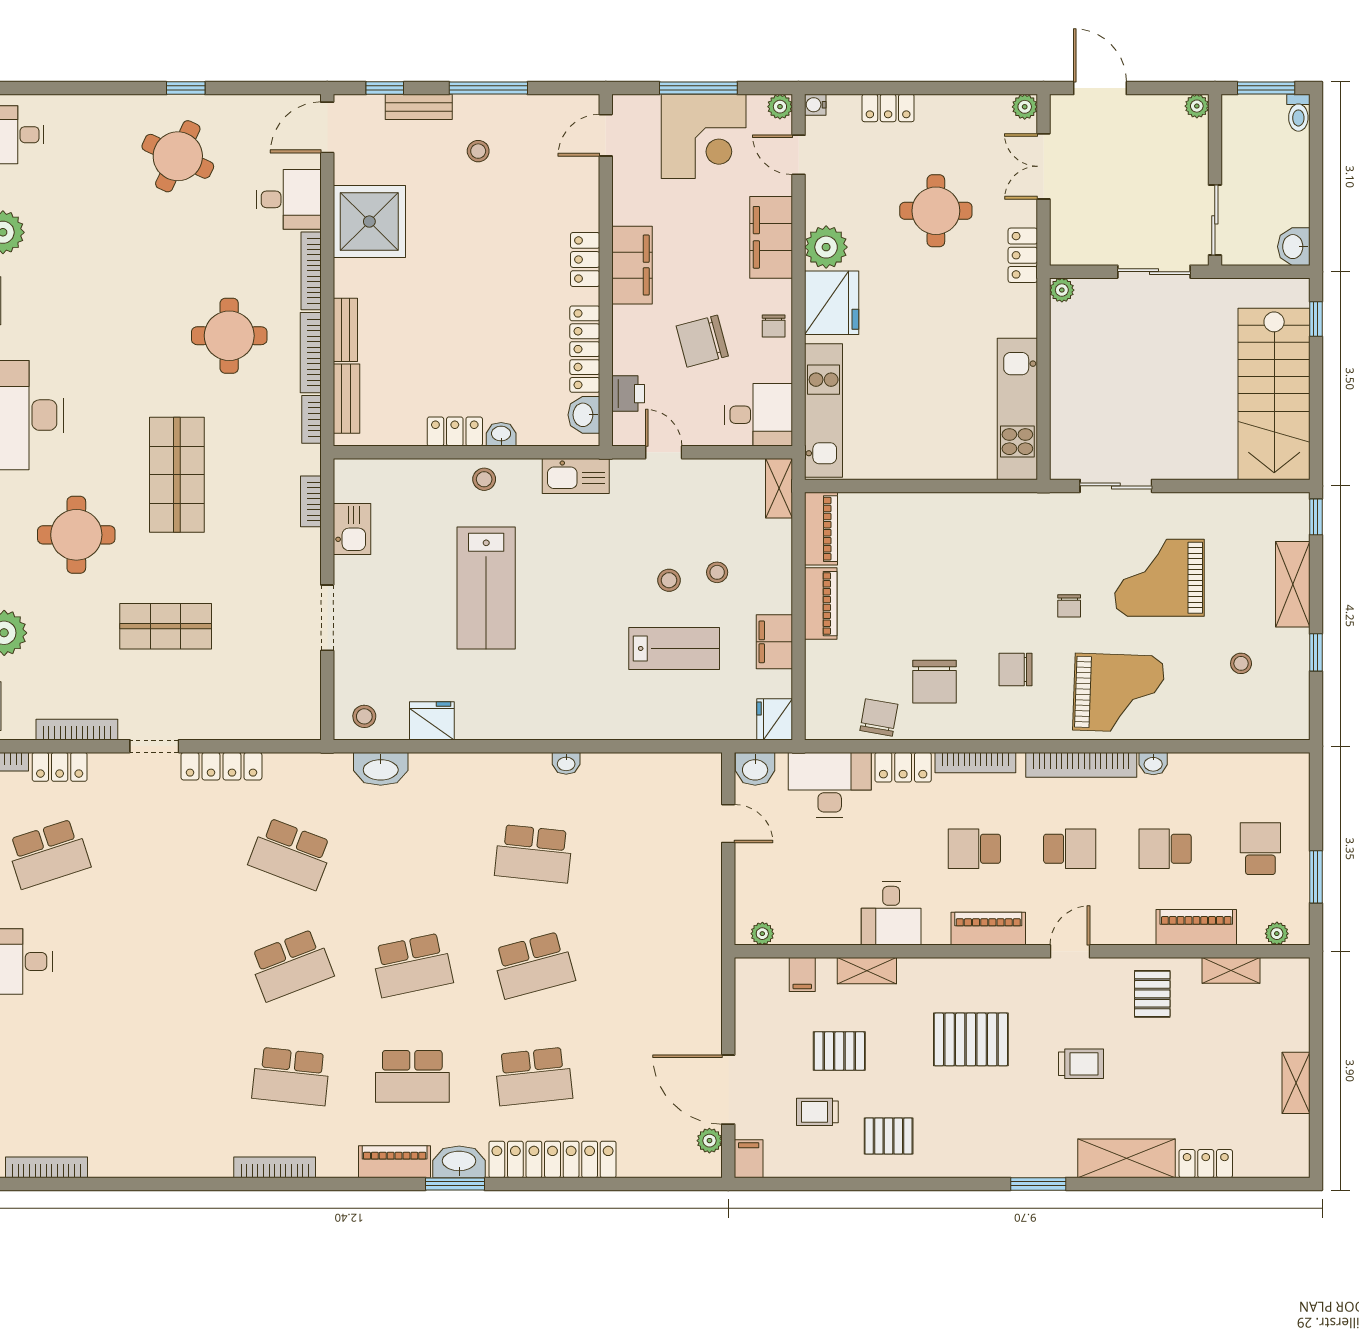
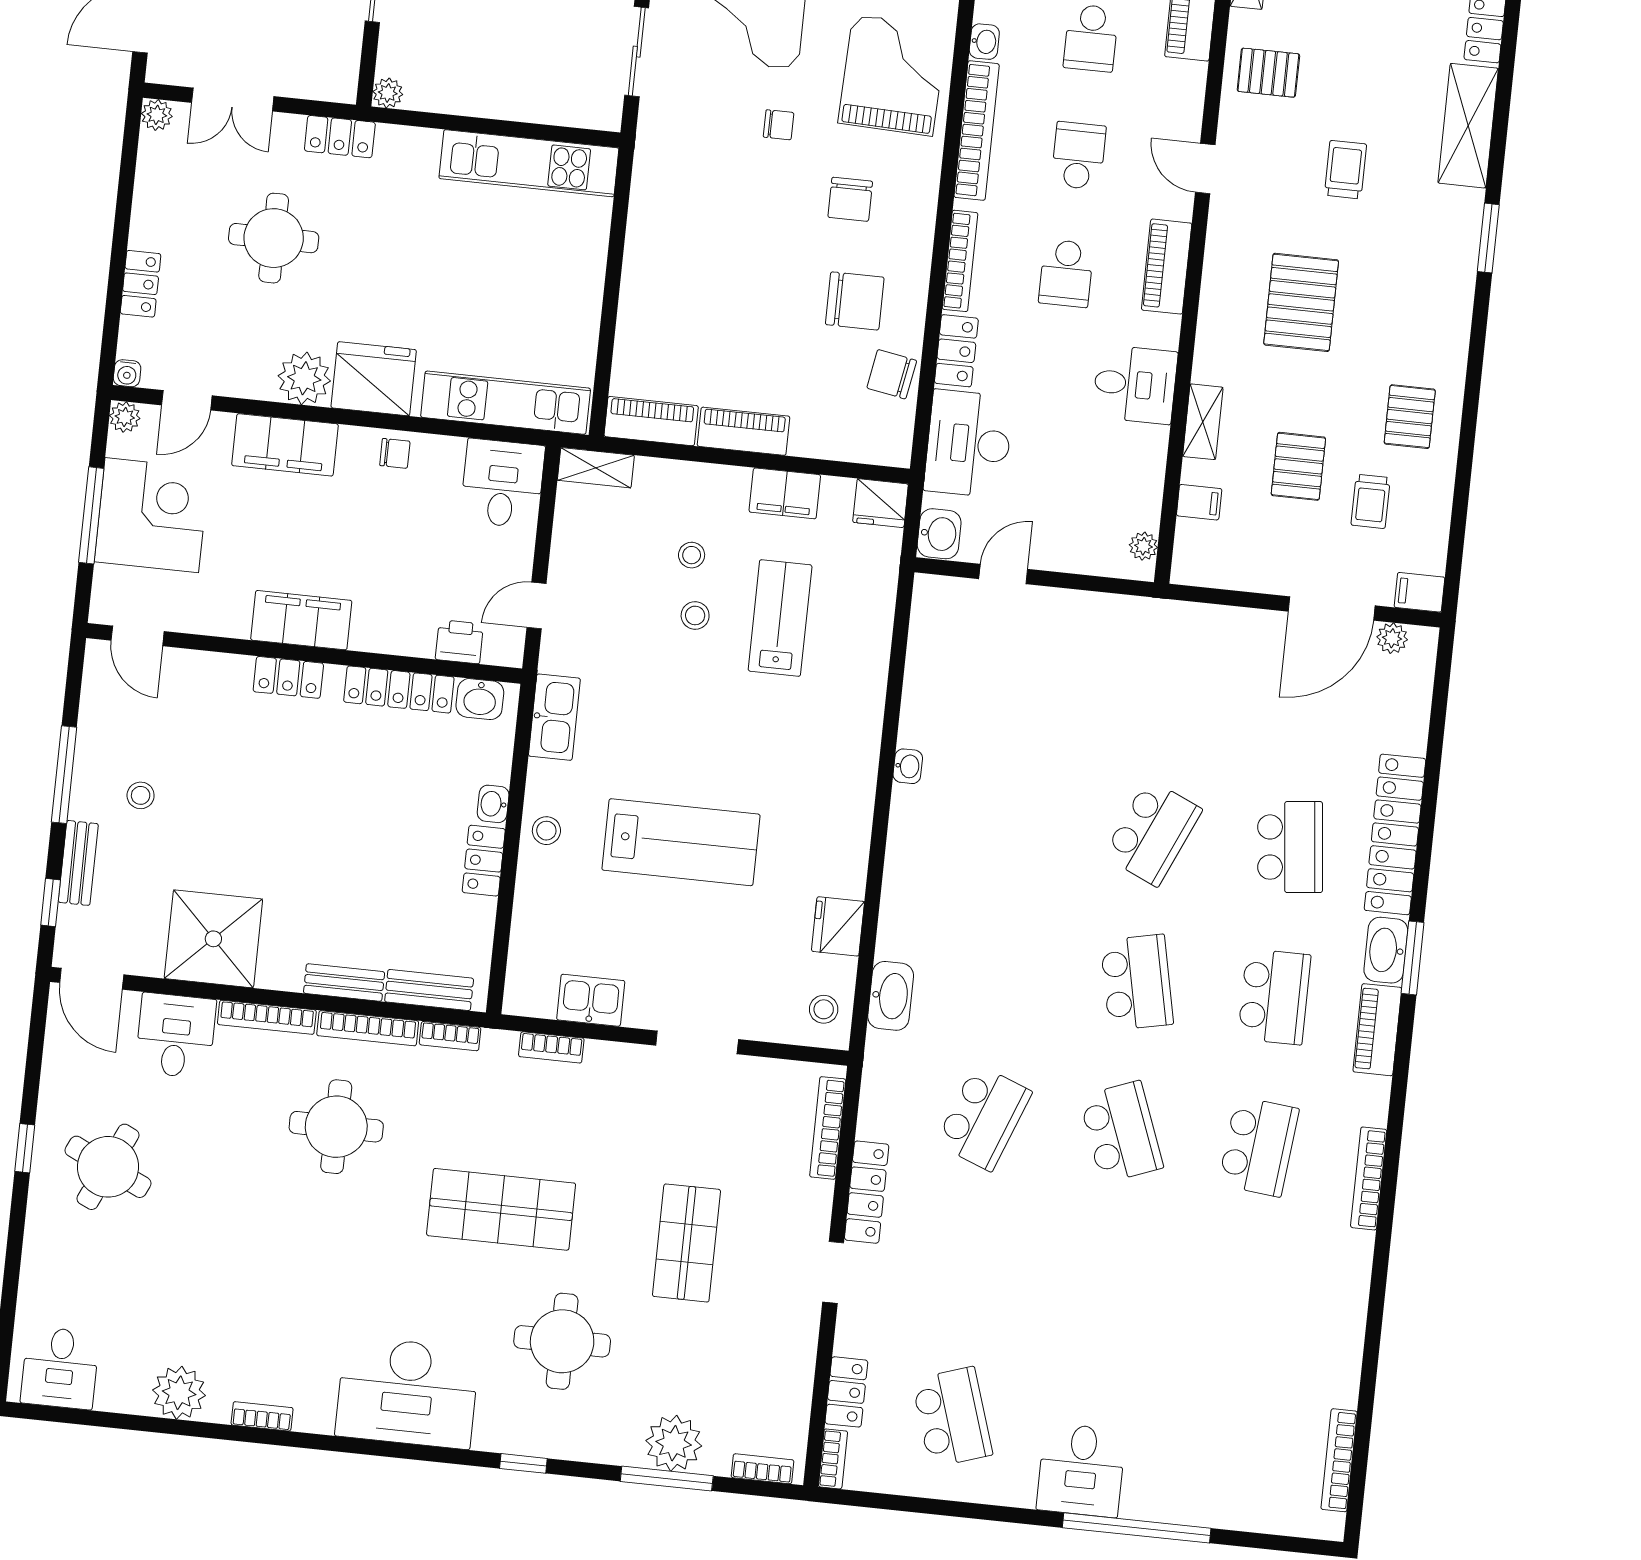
chair: (702, 341) -> (404, 543), removed
bookcase: (77, 730) -> (828, 1128), moved
school desk: (534, 854) -> (1015, 818), removed
school desk: (534, 965) -> (1153, 833), turned 39

